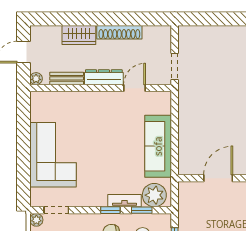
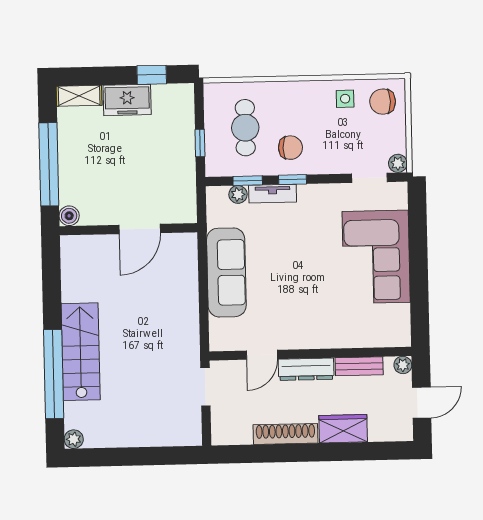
plant: (154, 195) -> (238, 194), width x0.53, depth x0.53

